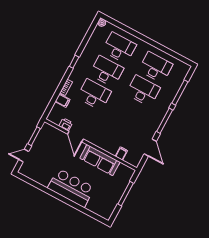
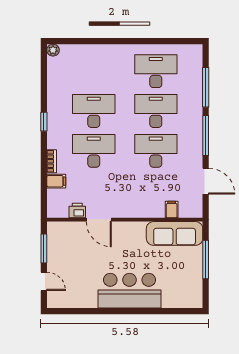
desk: (119, 48) -> (156, 151), moved
door: (24, 155) -> (44, 281), swing flipped
sofa: (100, 160) -> (175, 233), moved

